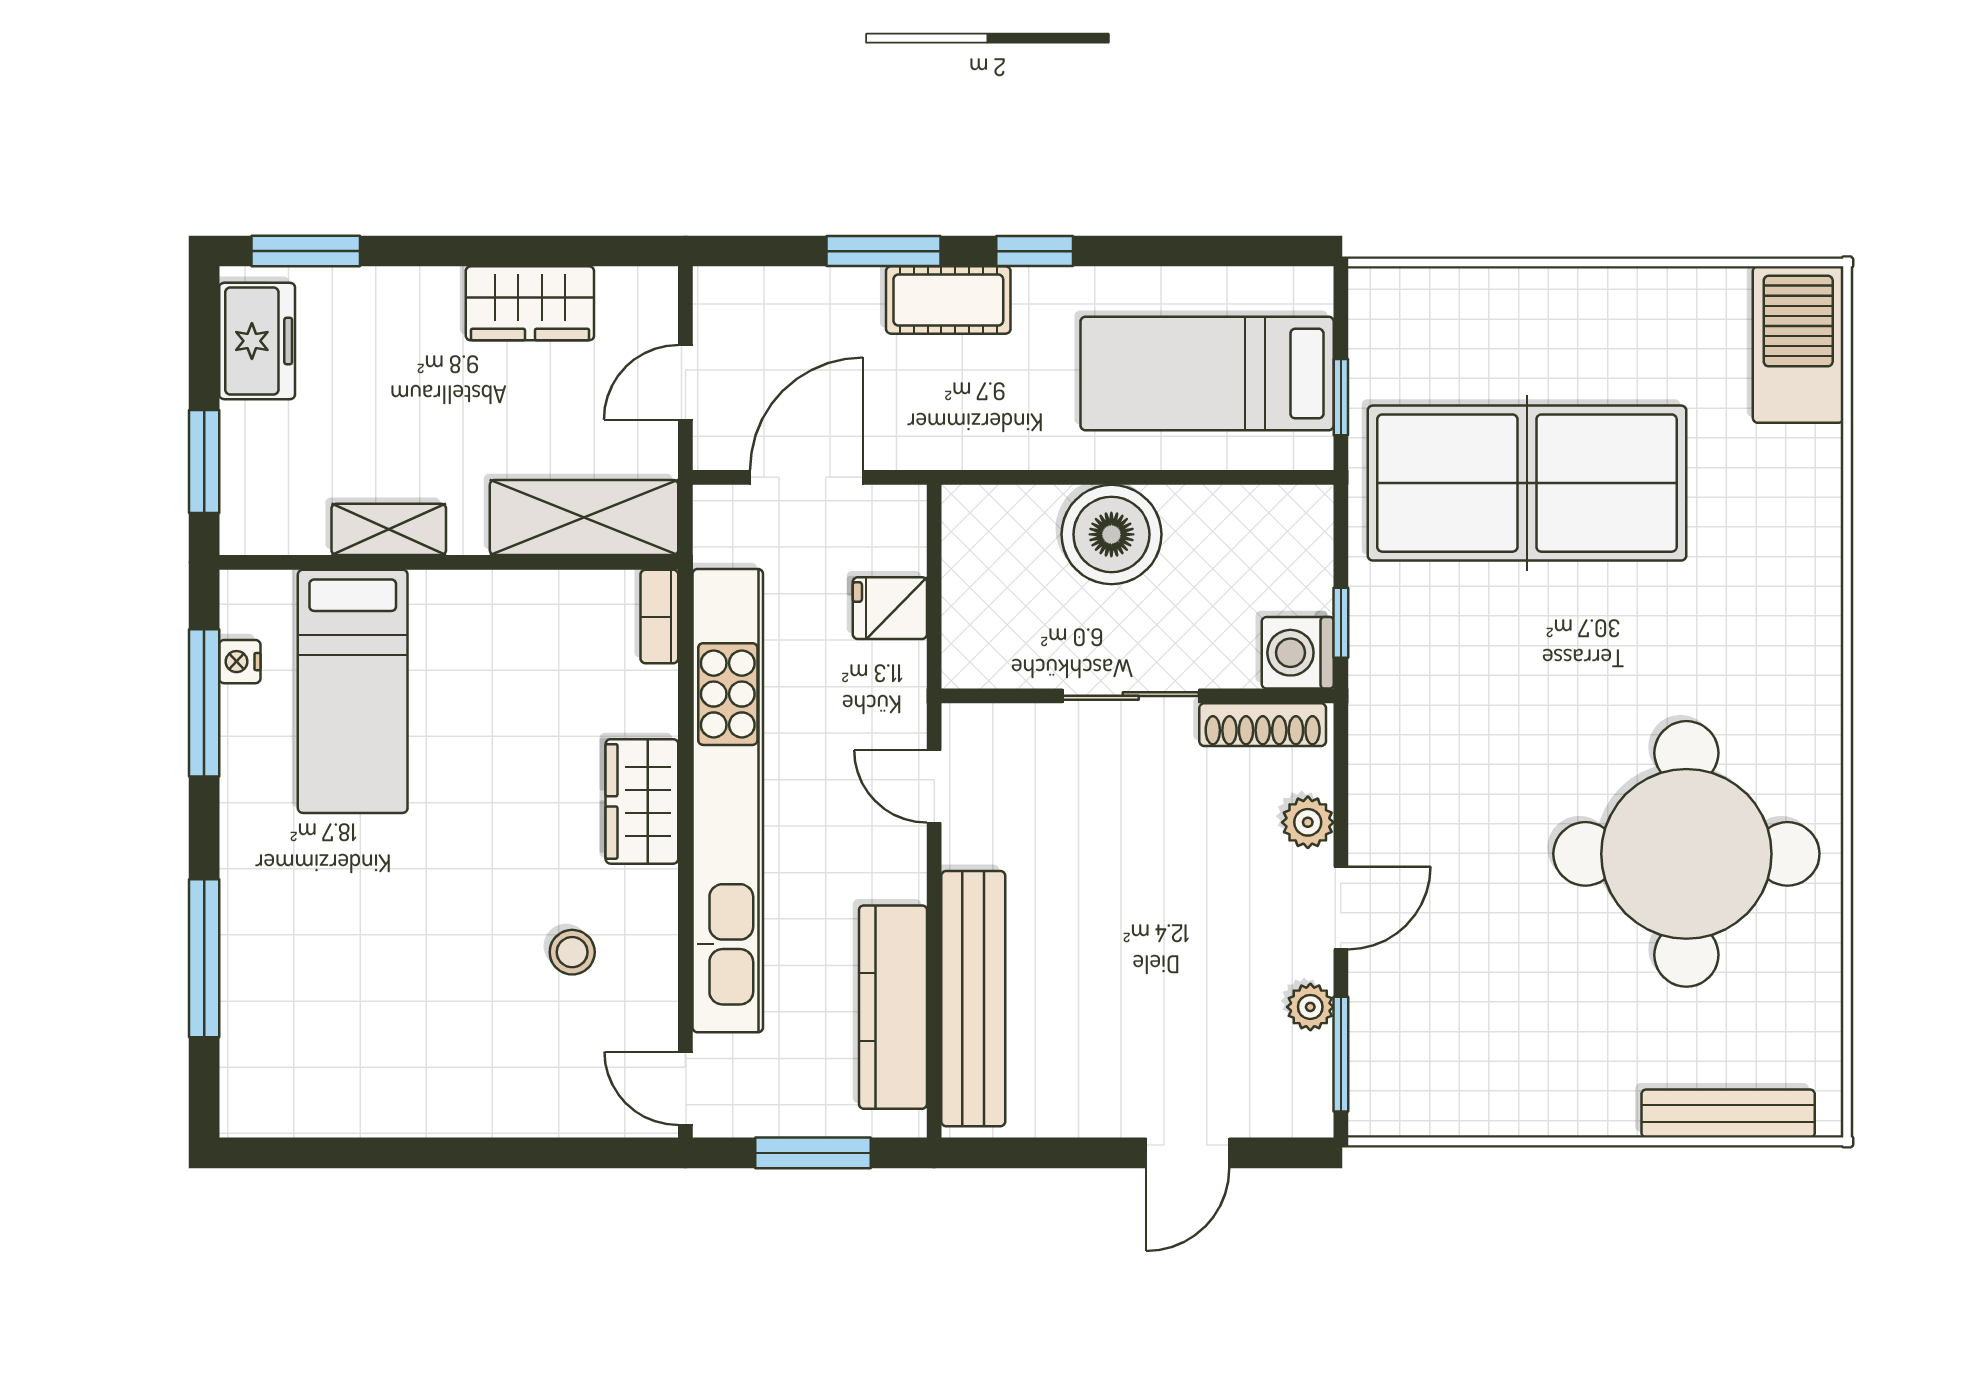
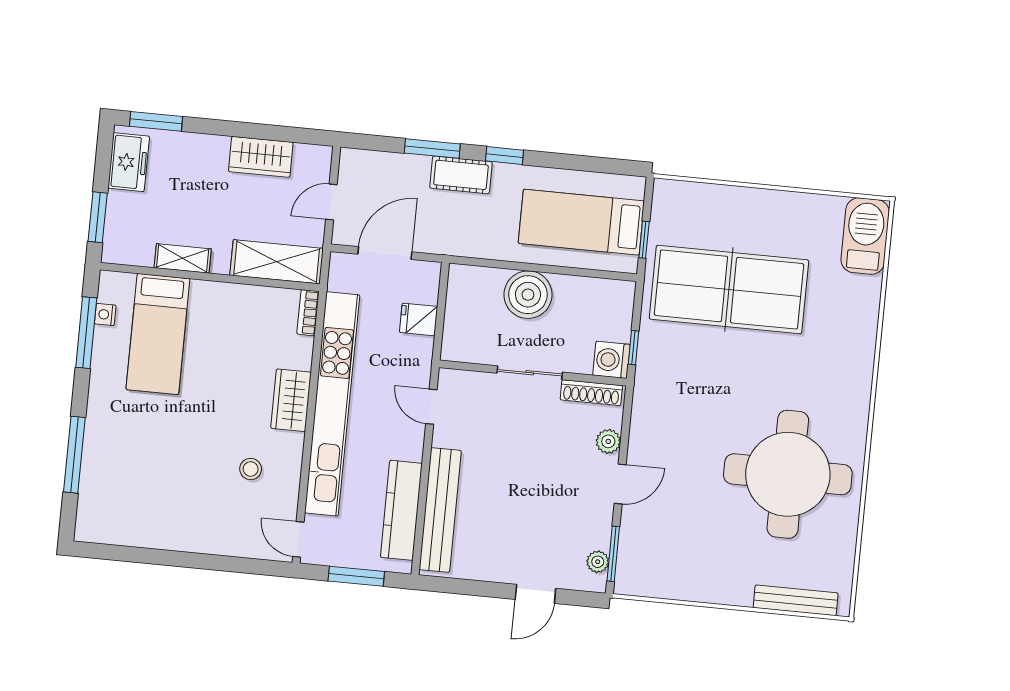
plant: (1310, 1007) -> (598, 562), moved

